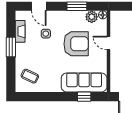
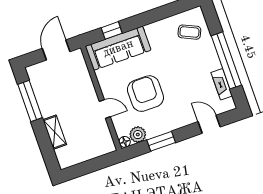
side table: (46, 34) -> (188, 93), removed
armchair: (76, 44) -> (145, 94), turned 90
window: (11, 47) -> (226, 60), width x2.11

